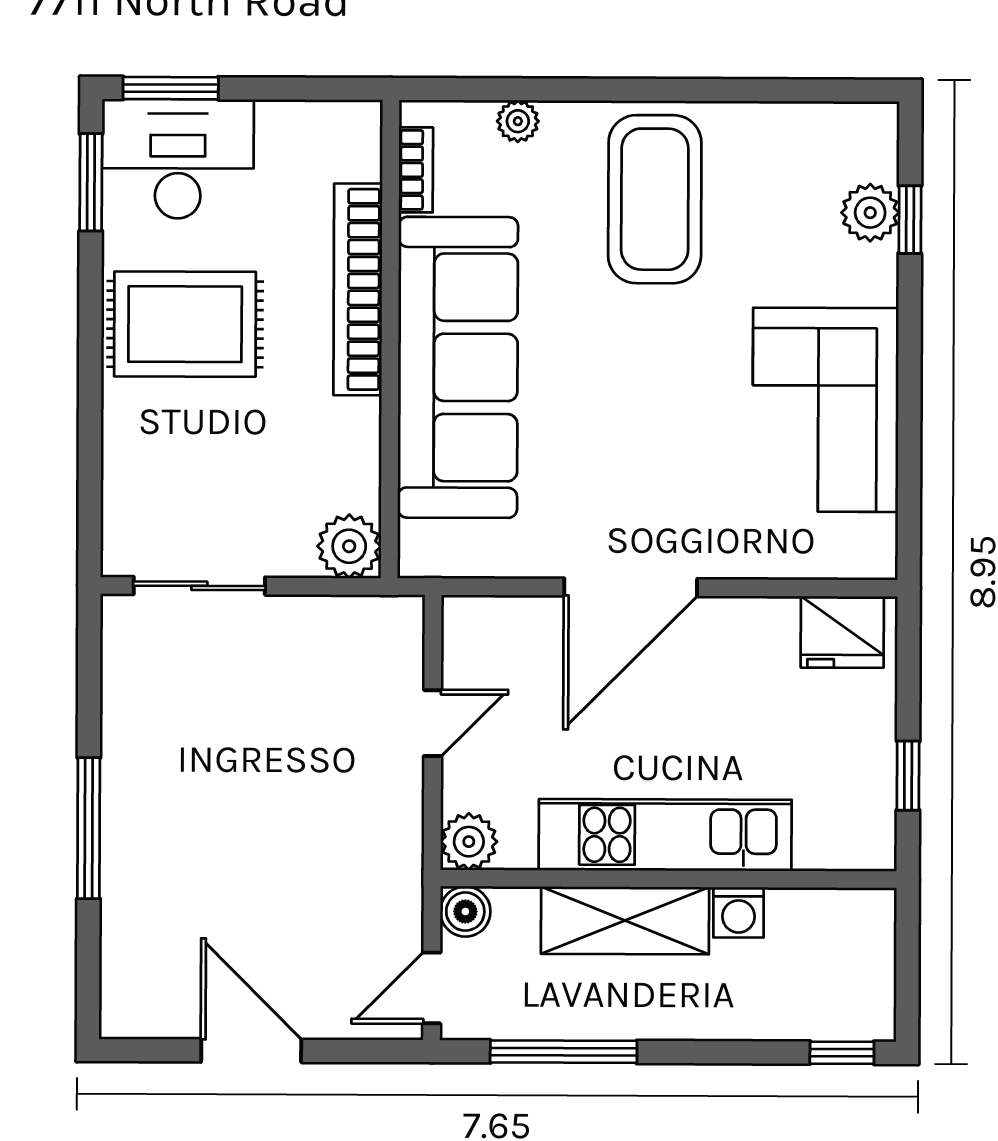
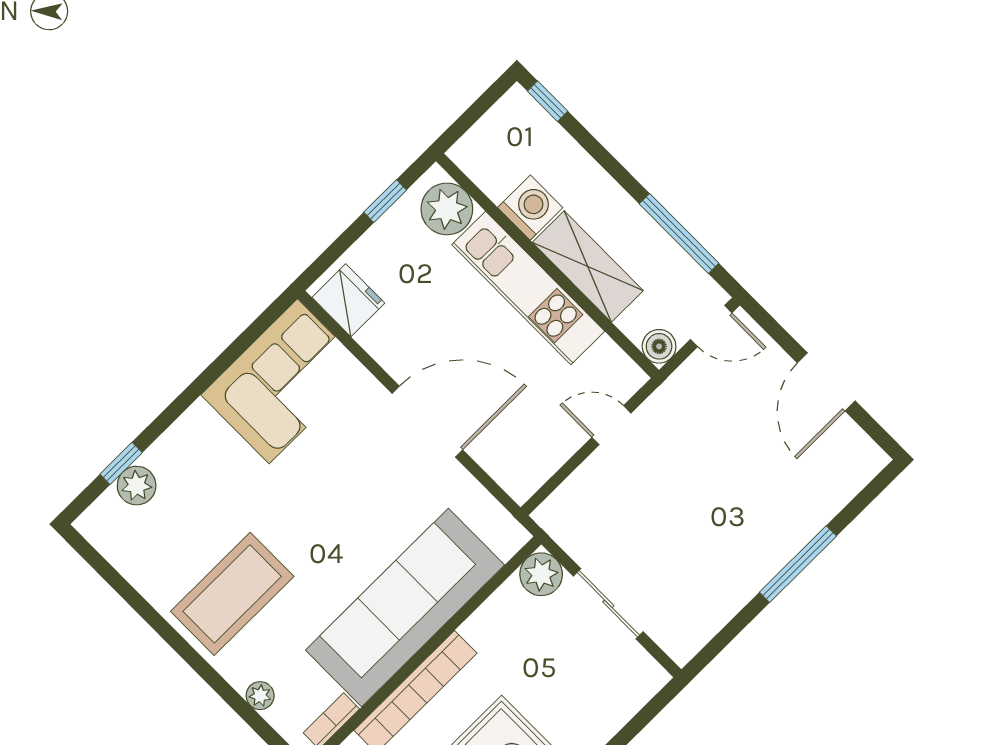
corner sofa: (826, 410) -> (283, 381), moved
sliding door: (199, 586) -> (608, 604), moved
door: (433, 723) -> (611, 425), moved
plant: (469, 842) -> (447, 209), moved, width x1.36, depth x1.36
washing machine: (739, 912) -> (530, 208), width x1.38, depth x1.38

